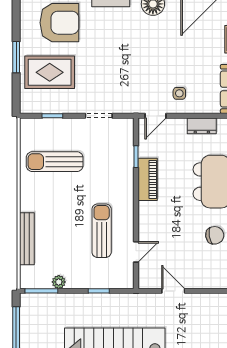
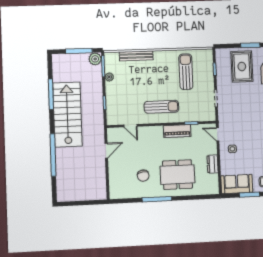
sun lounger: (102, 231) -> (161, 107), moved
plant: (30, 303) -> (95, 59), added

